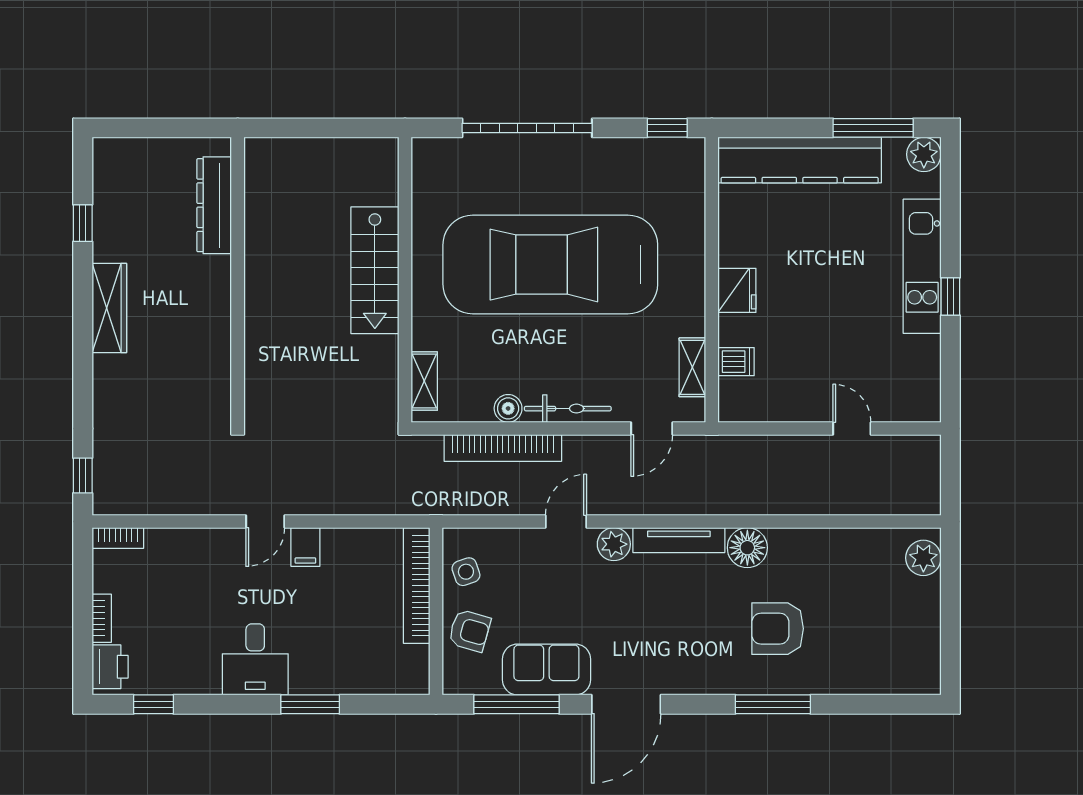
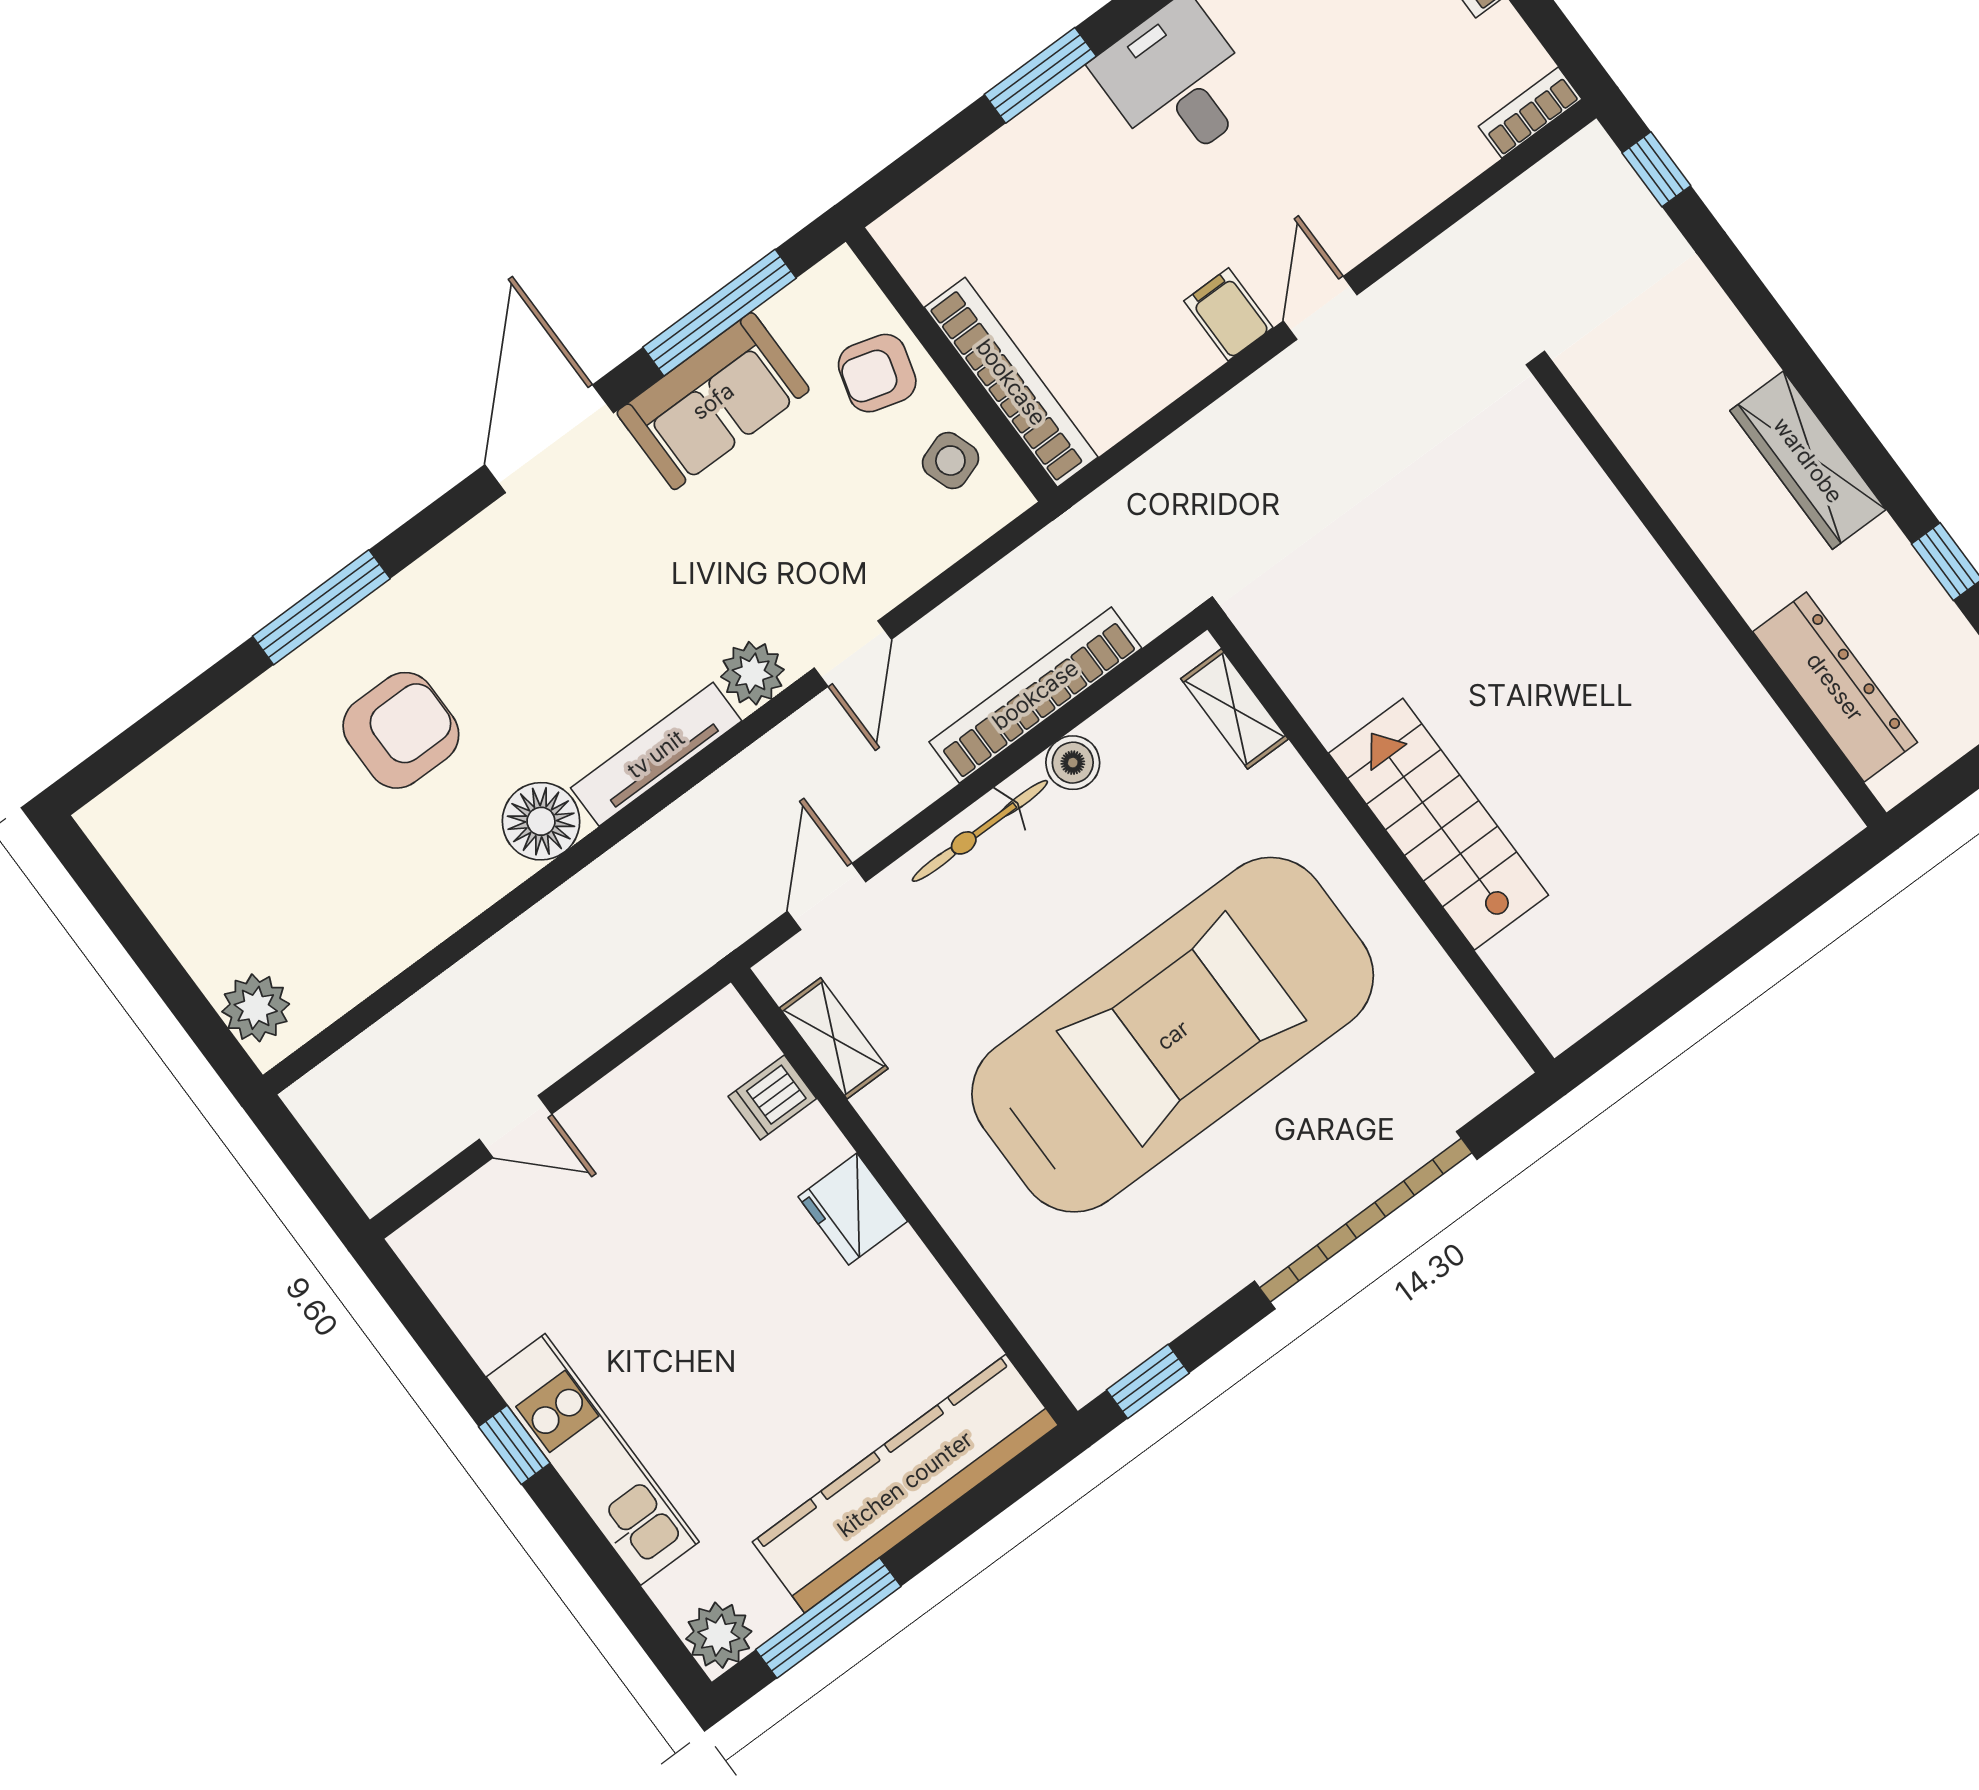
dresser: (214, 205) -> (1835, 687), moved
wall: (238, 280) -> (1713, 598), moved

